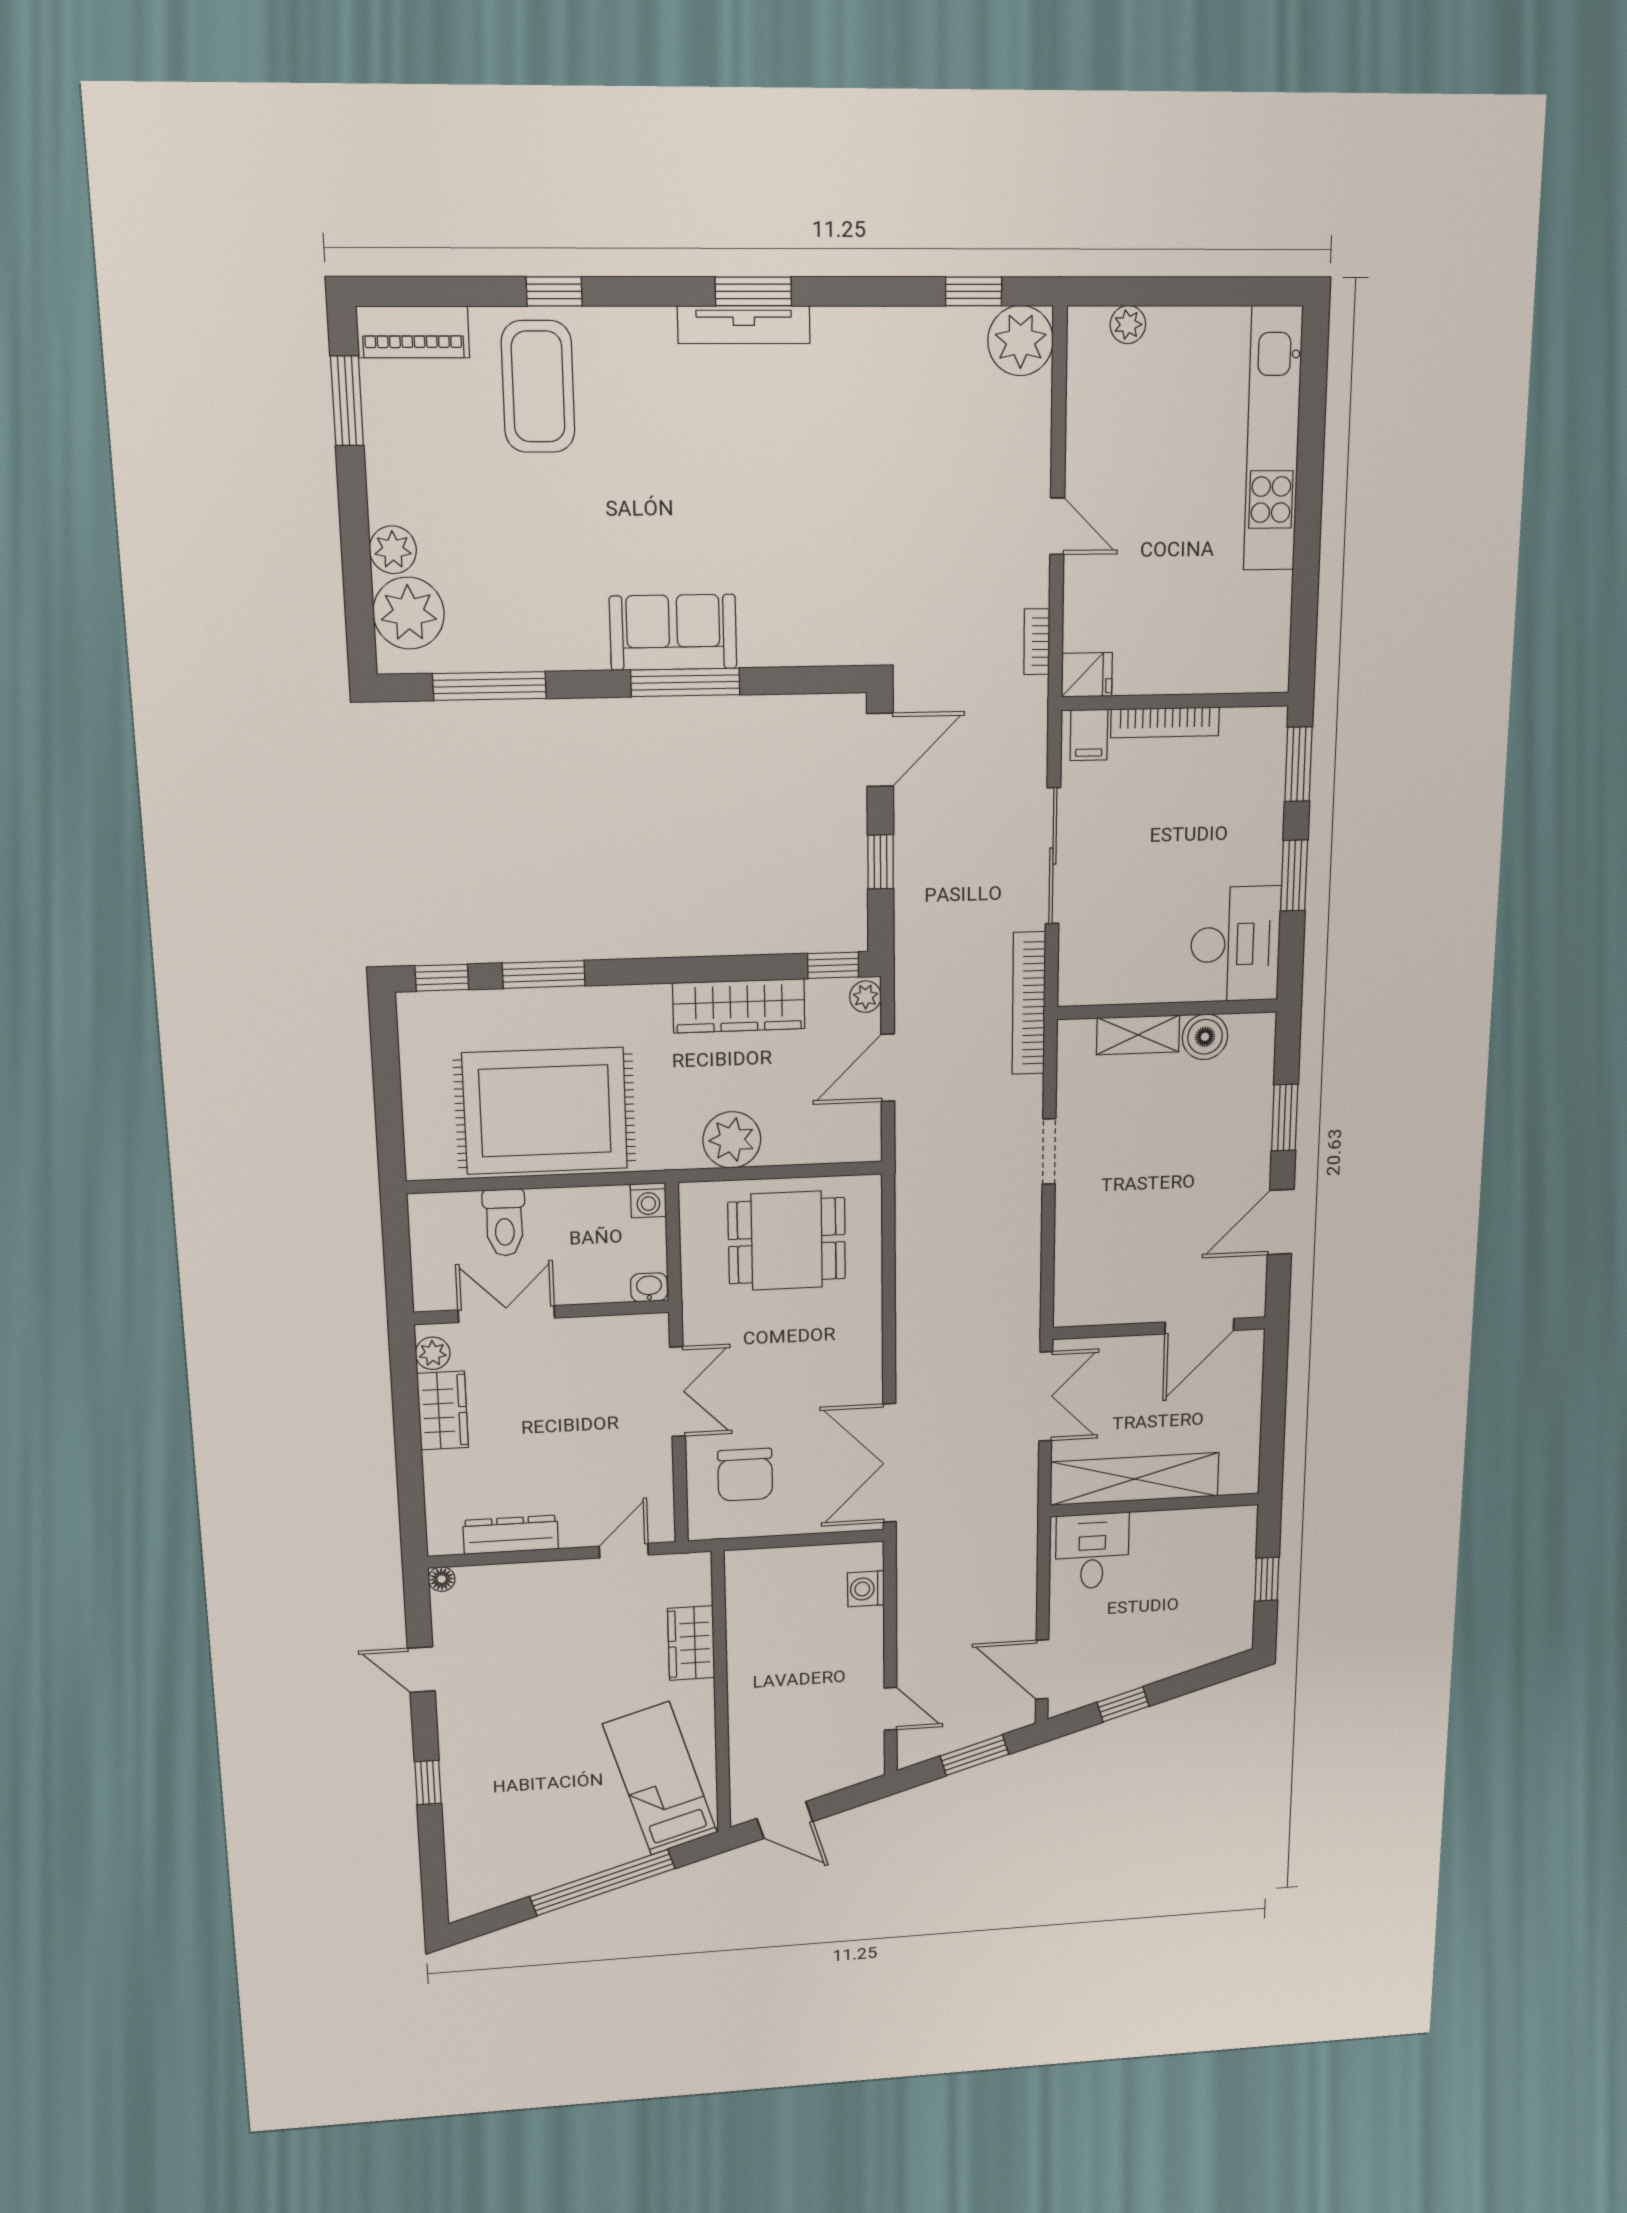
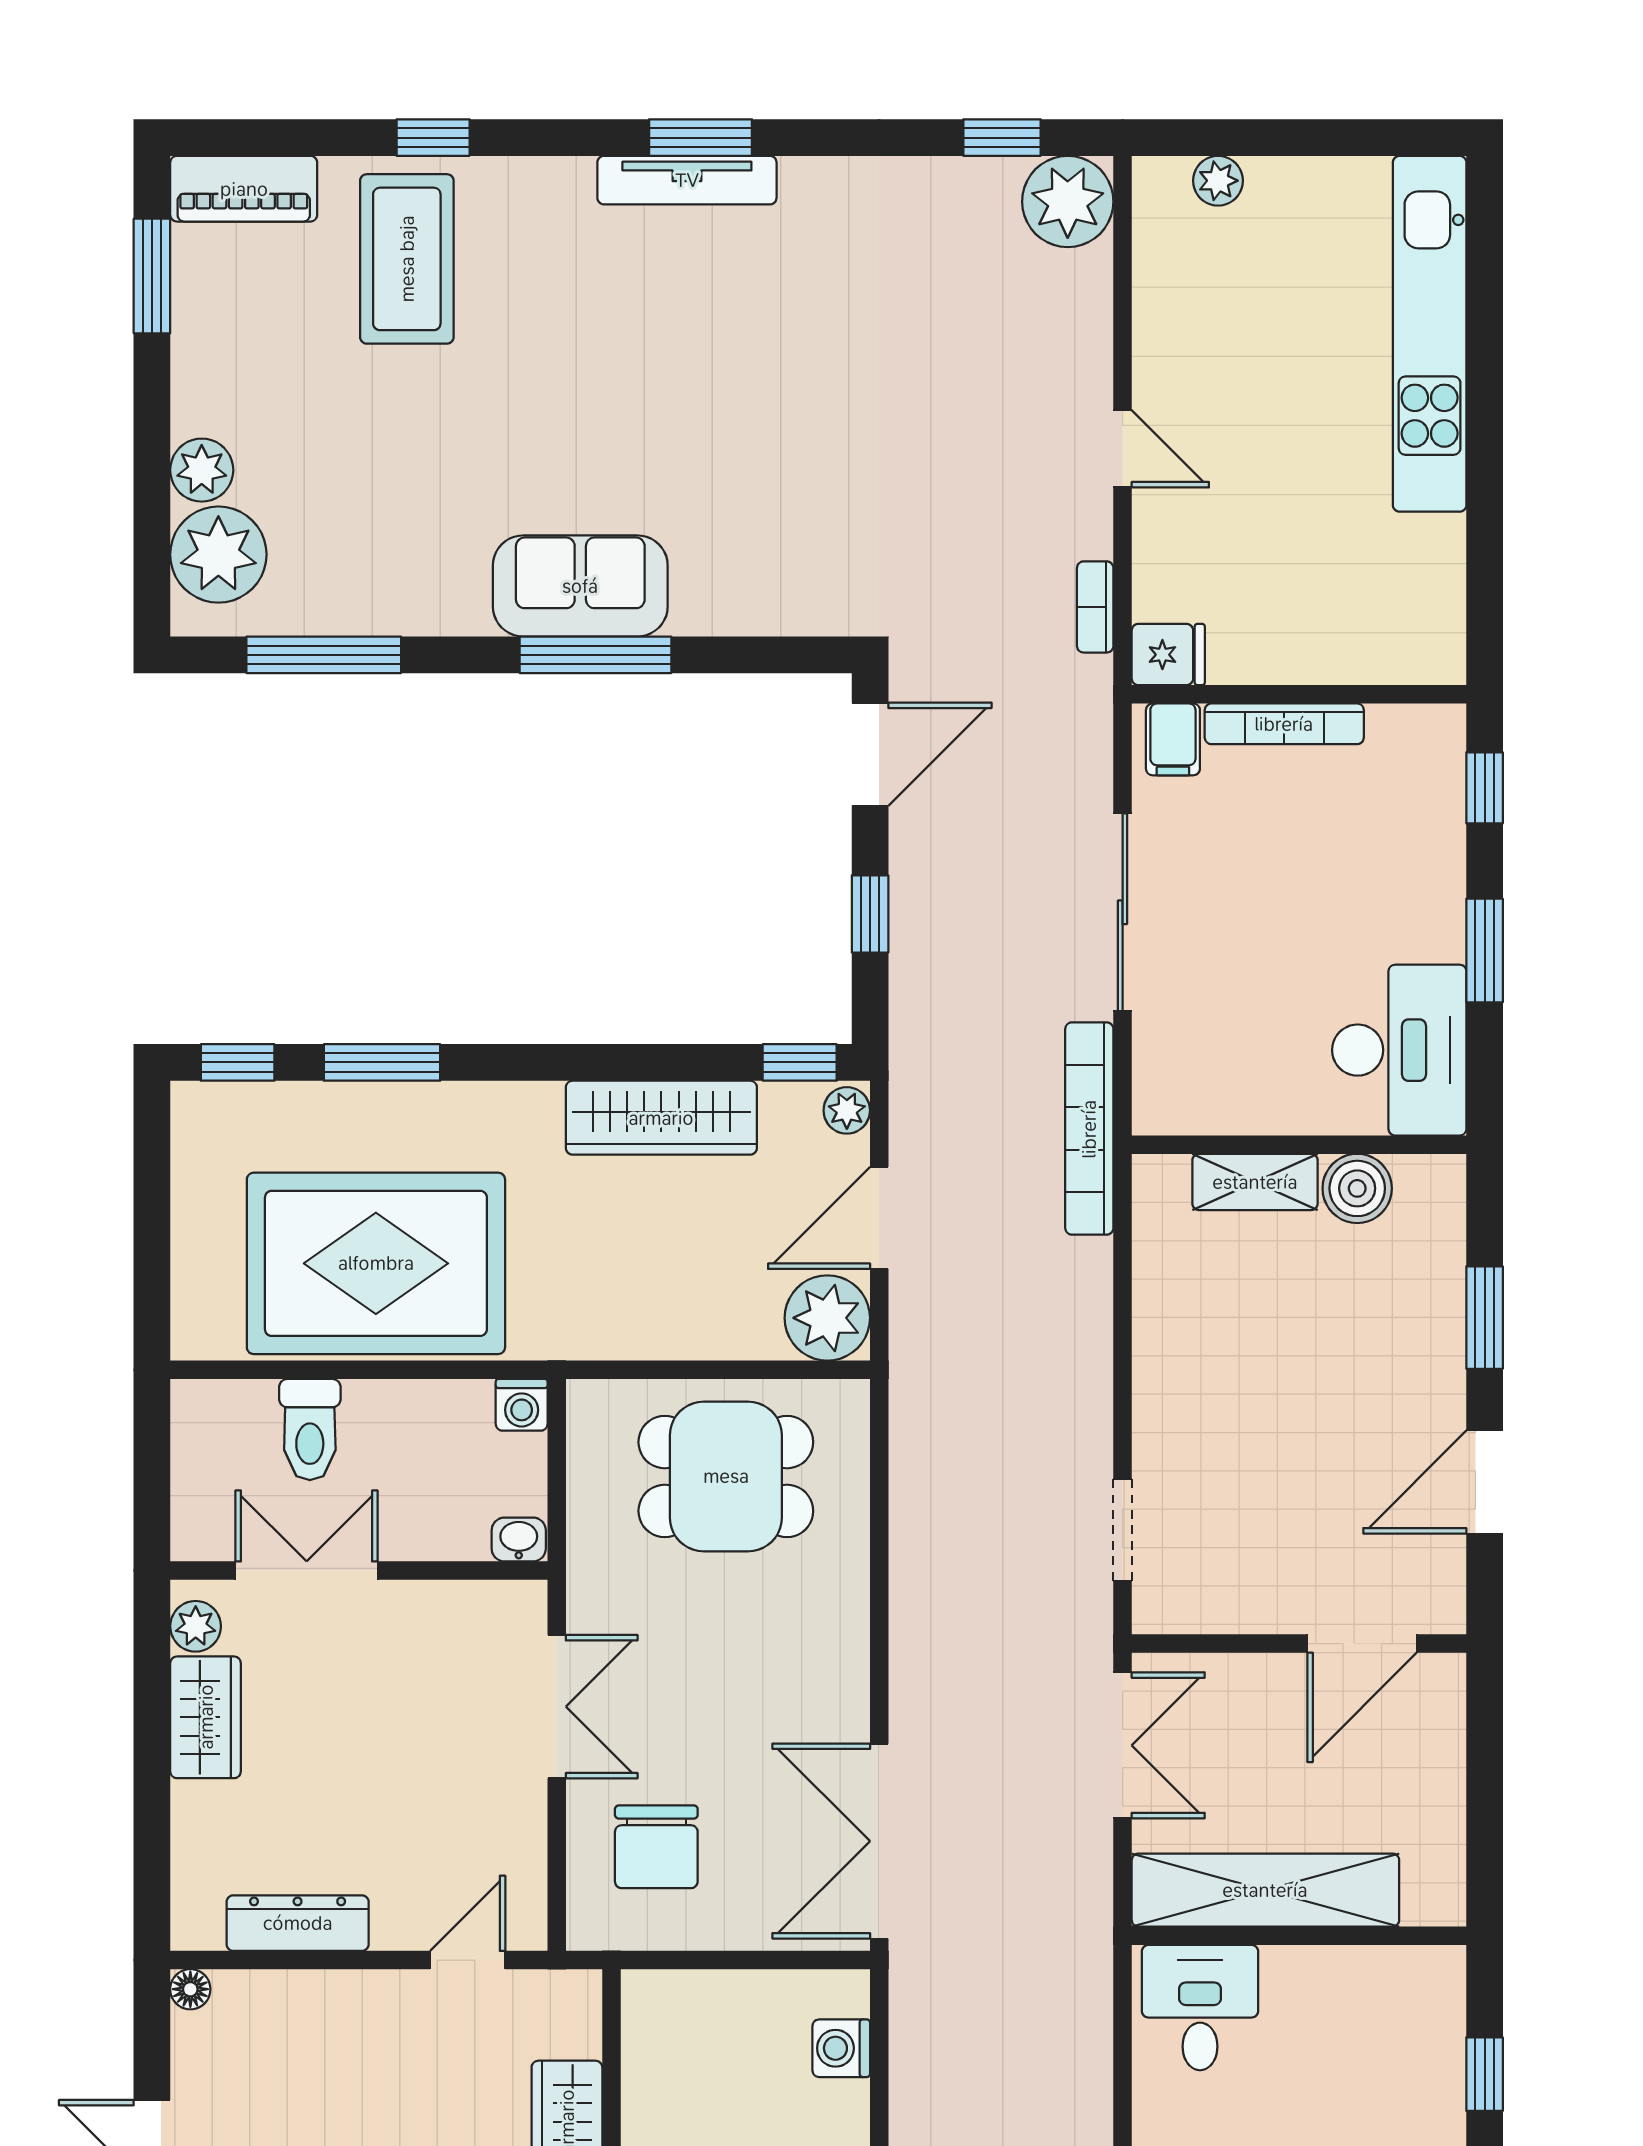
window: (1298, 764) -> (1485, 788), width x0.67
plant: (732, 1140) -> (827, 1318), moved
doorway: (1049, 1151) -> (1123, 1530), moved

